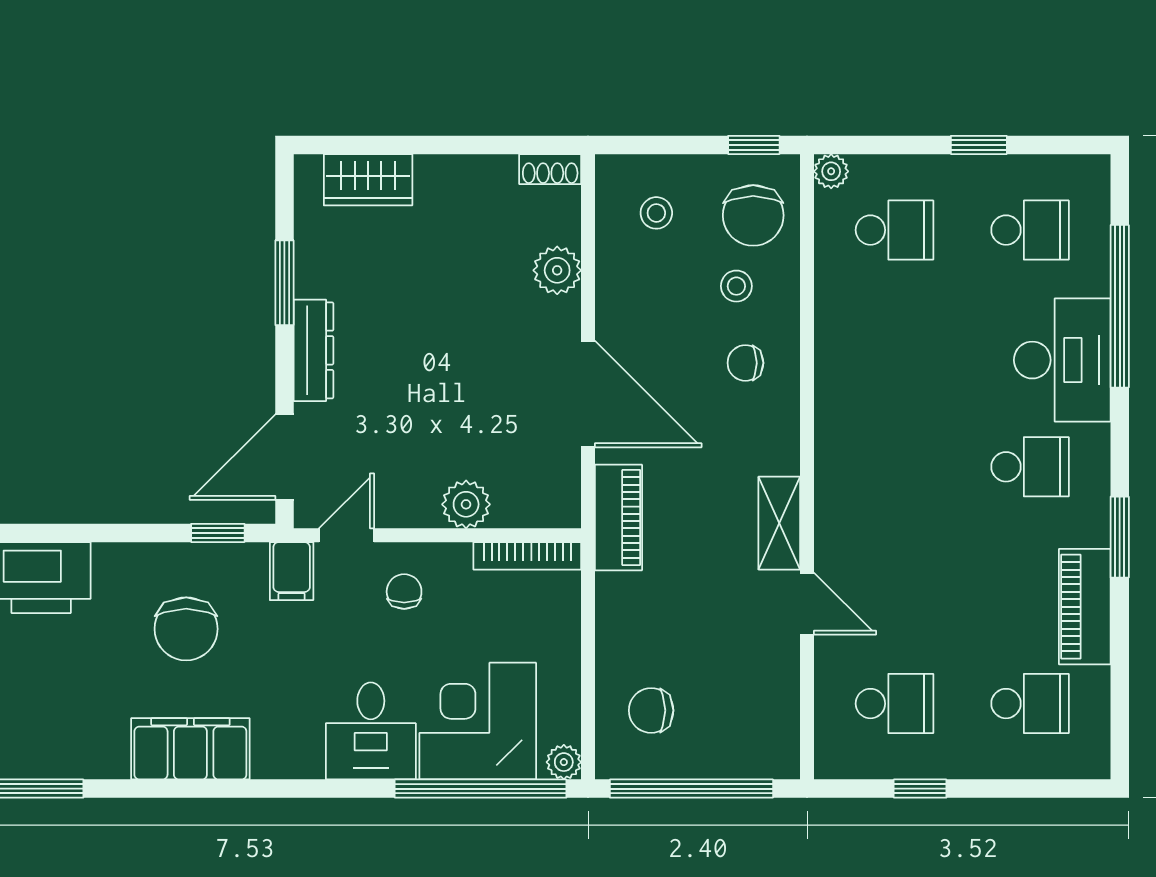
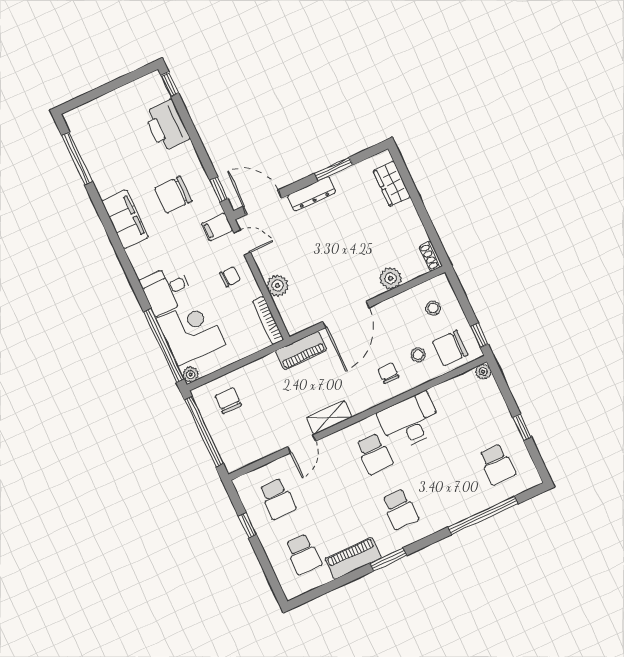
school desk: (894, 230) -> (374, 454), moved
desk: (1062, 360) -> (410, 421), moved, turned 180

